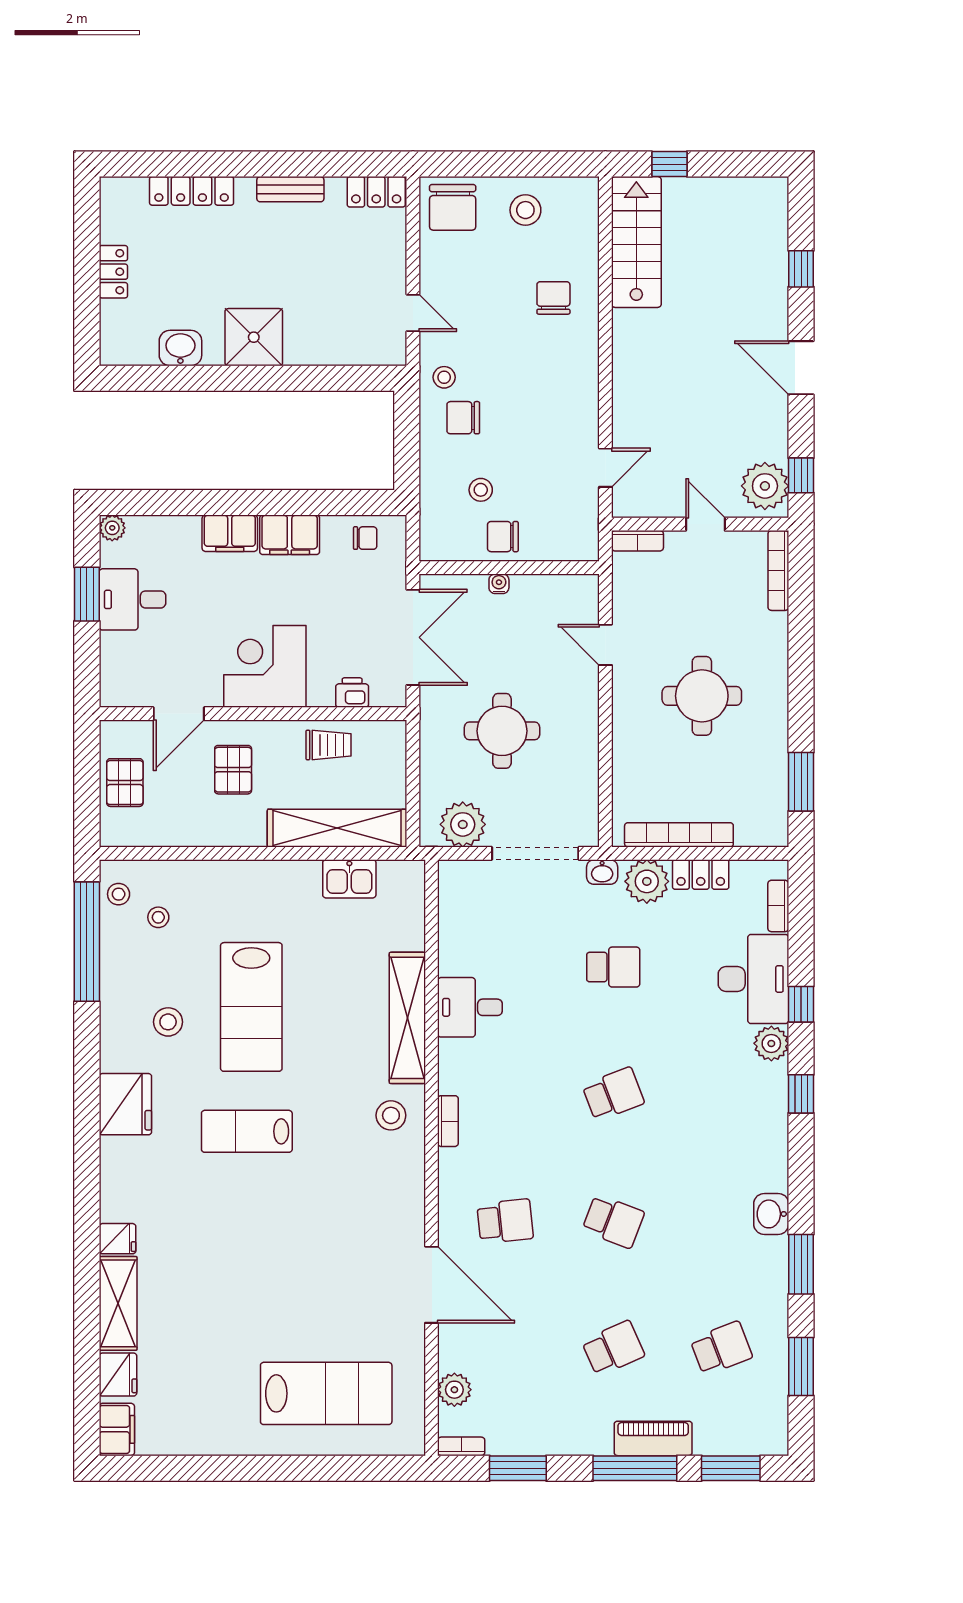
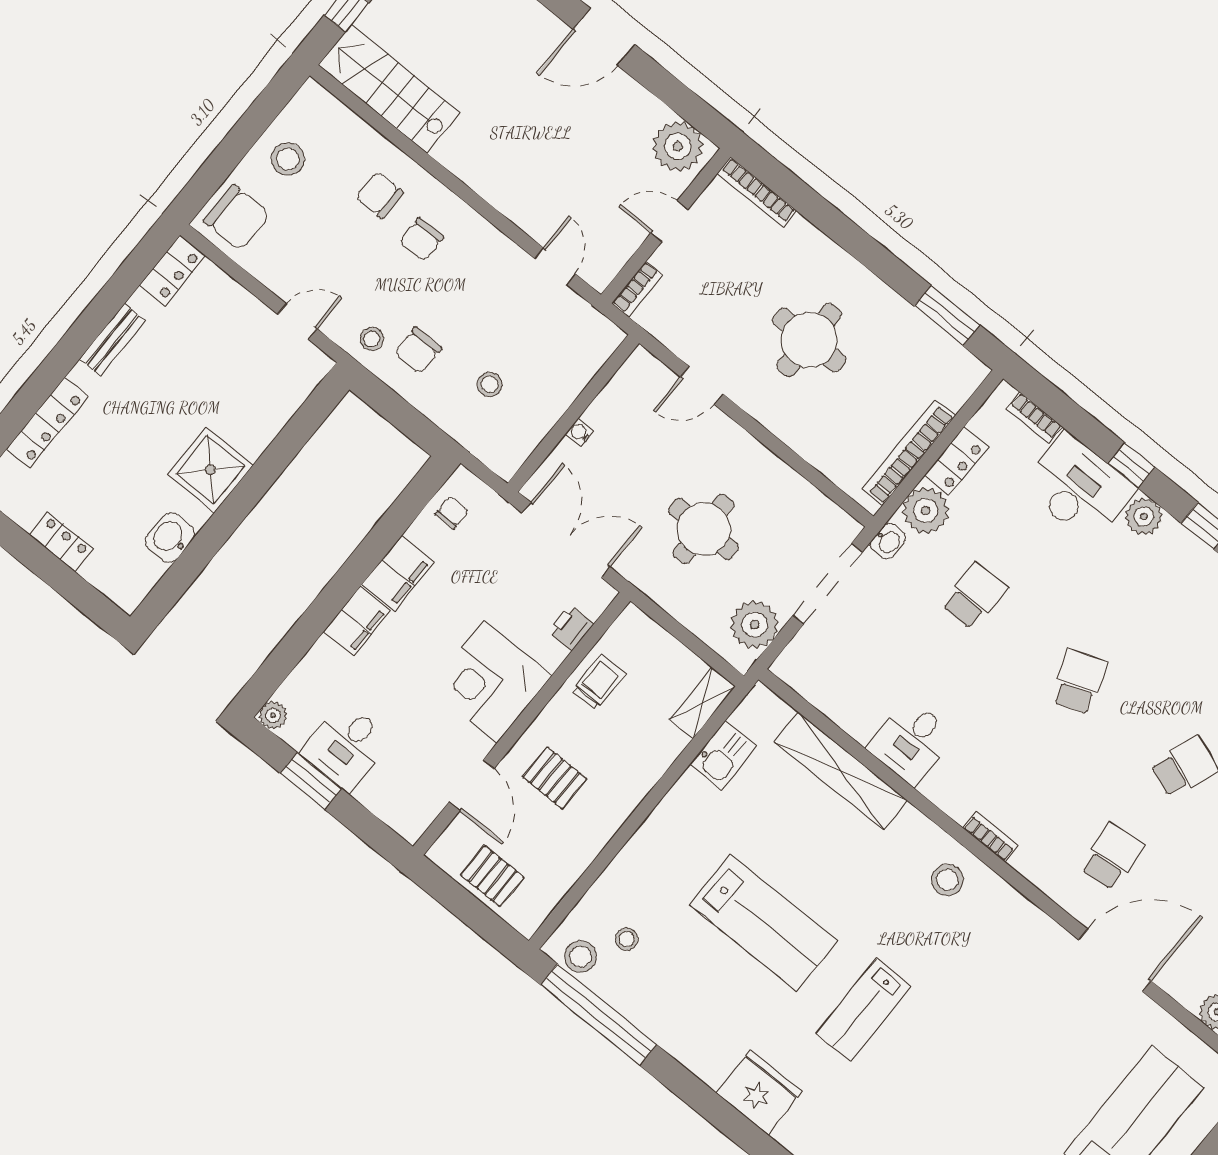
window: (801, 475) -> (693, 109), removed
chair: (503, 537) -> (421, 240), moved
shelving: (337, 828) -> (703, 703), width x0.45, depth x0.75
stool: (119, 894) -> (581, 957), width x1.37, depth x1.37
shelving: (407, 1018) -> (841, 771), moved
stool: (168, 1022) -> (720, 1002), removed

